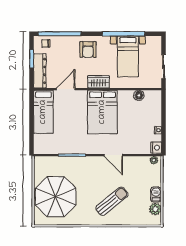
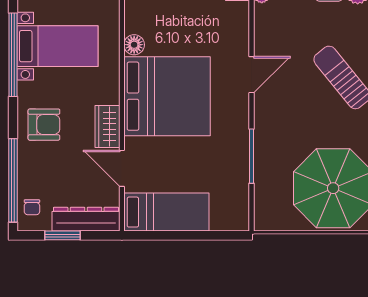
wardrobe: (99, 82) -> (107, 126), moved
floor lamp: (139, 95) -> (134, 45), moved
bed: (102, 112) -> (167, 96), width x1.36

